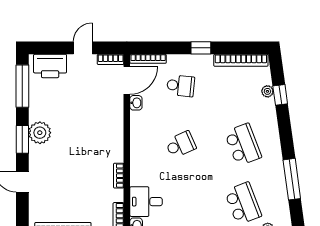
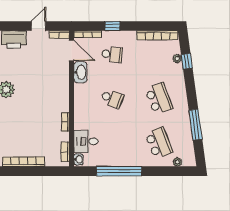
window: (201, 48) -> (112, 26), moved
door: (127, 80) -> (72, 50), hinge flipped
washbasin: (136, 103) -> (80, 72), width x1.91, depth x1.45
school desk: (181, 145) -> (112, 99), turned 45

